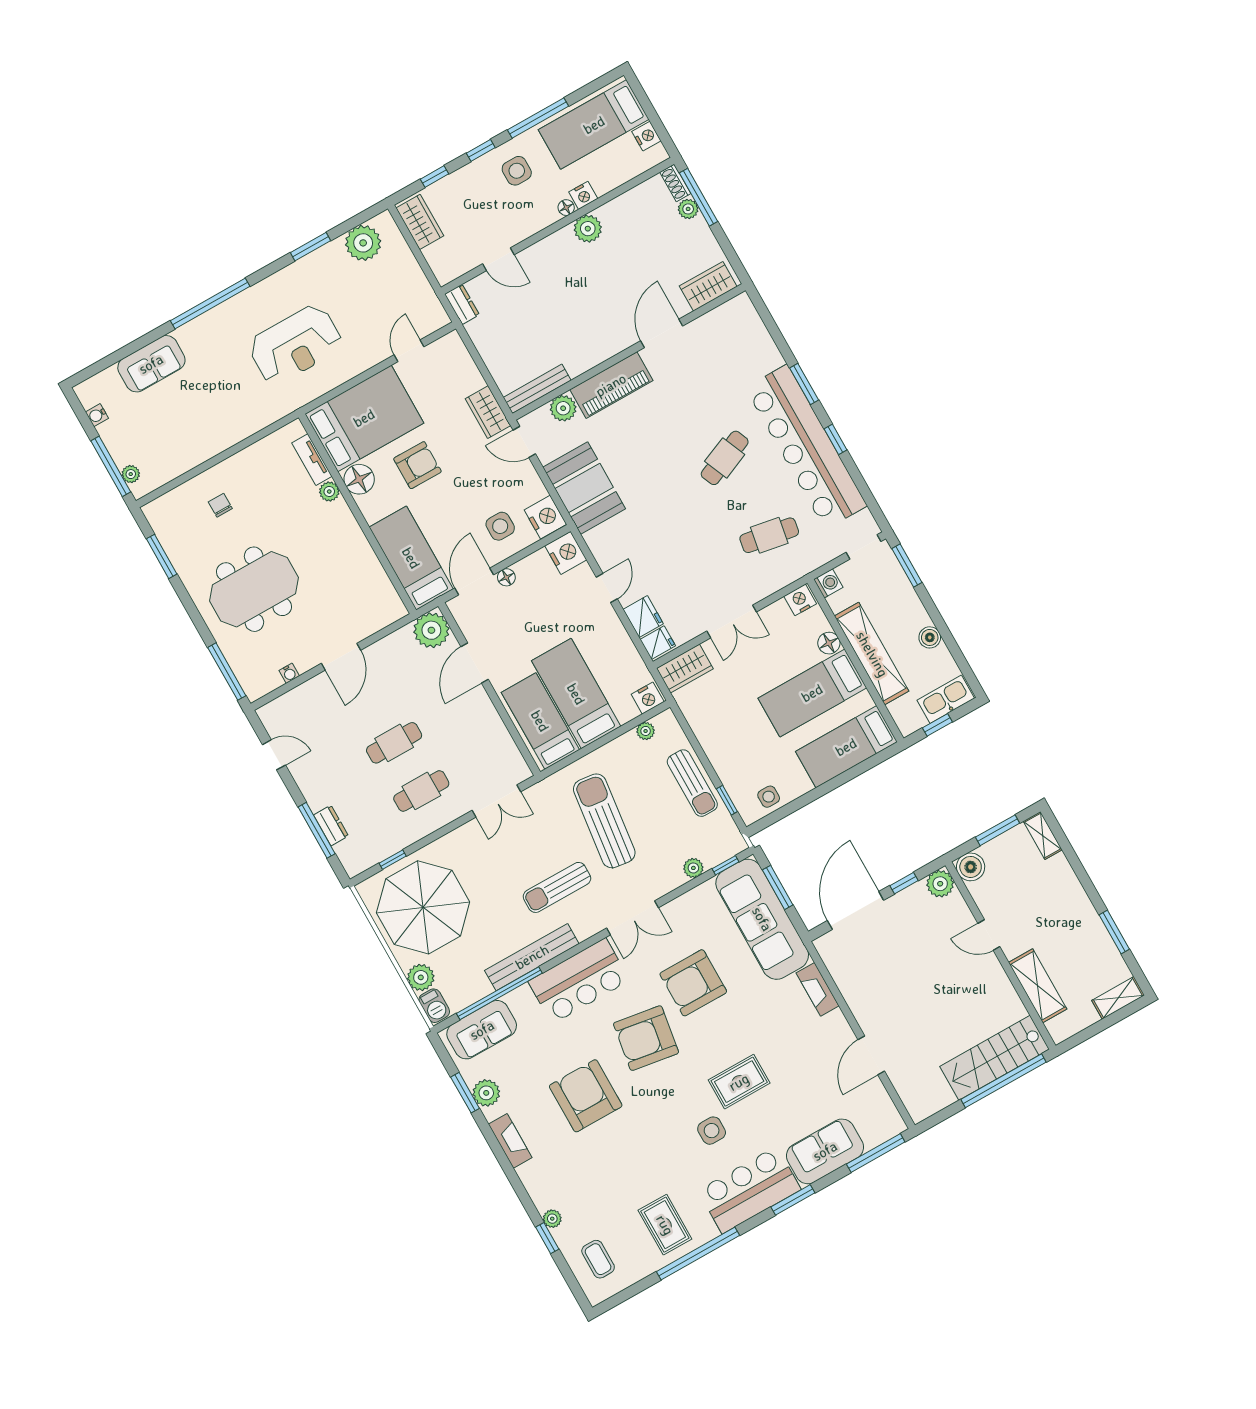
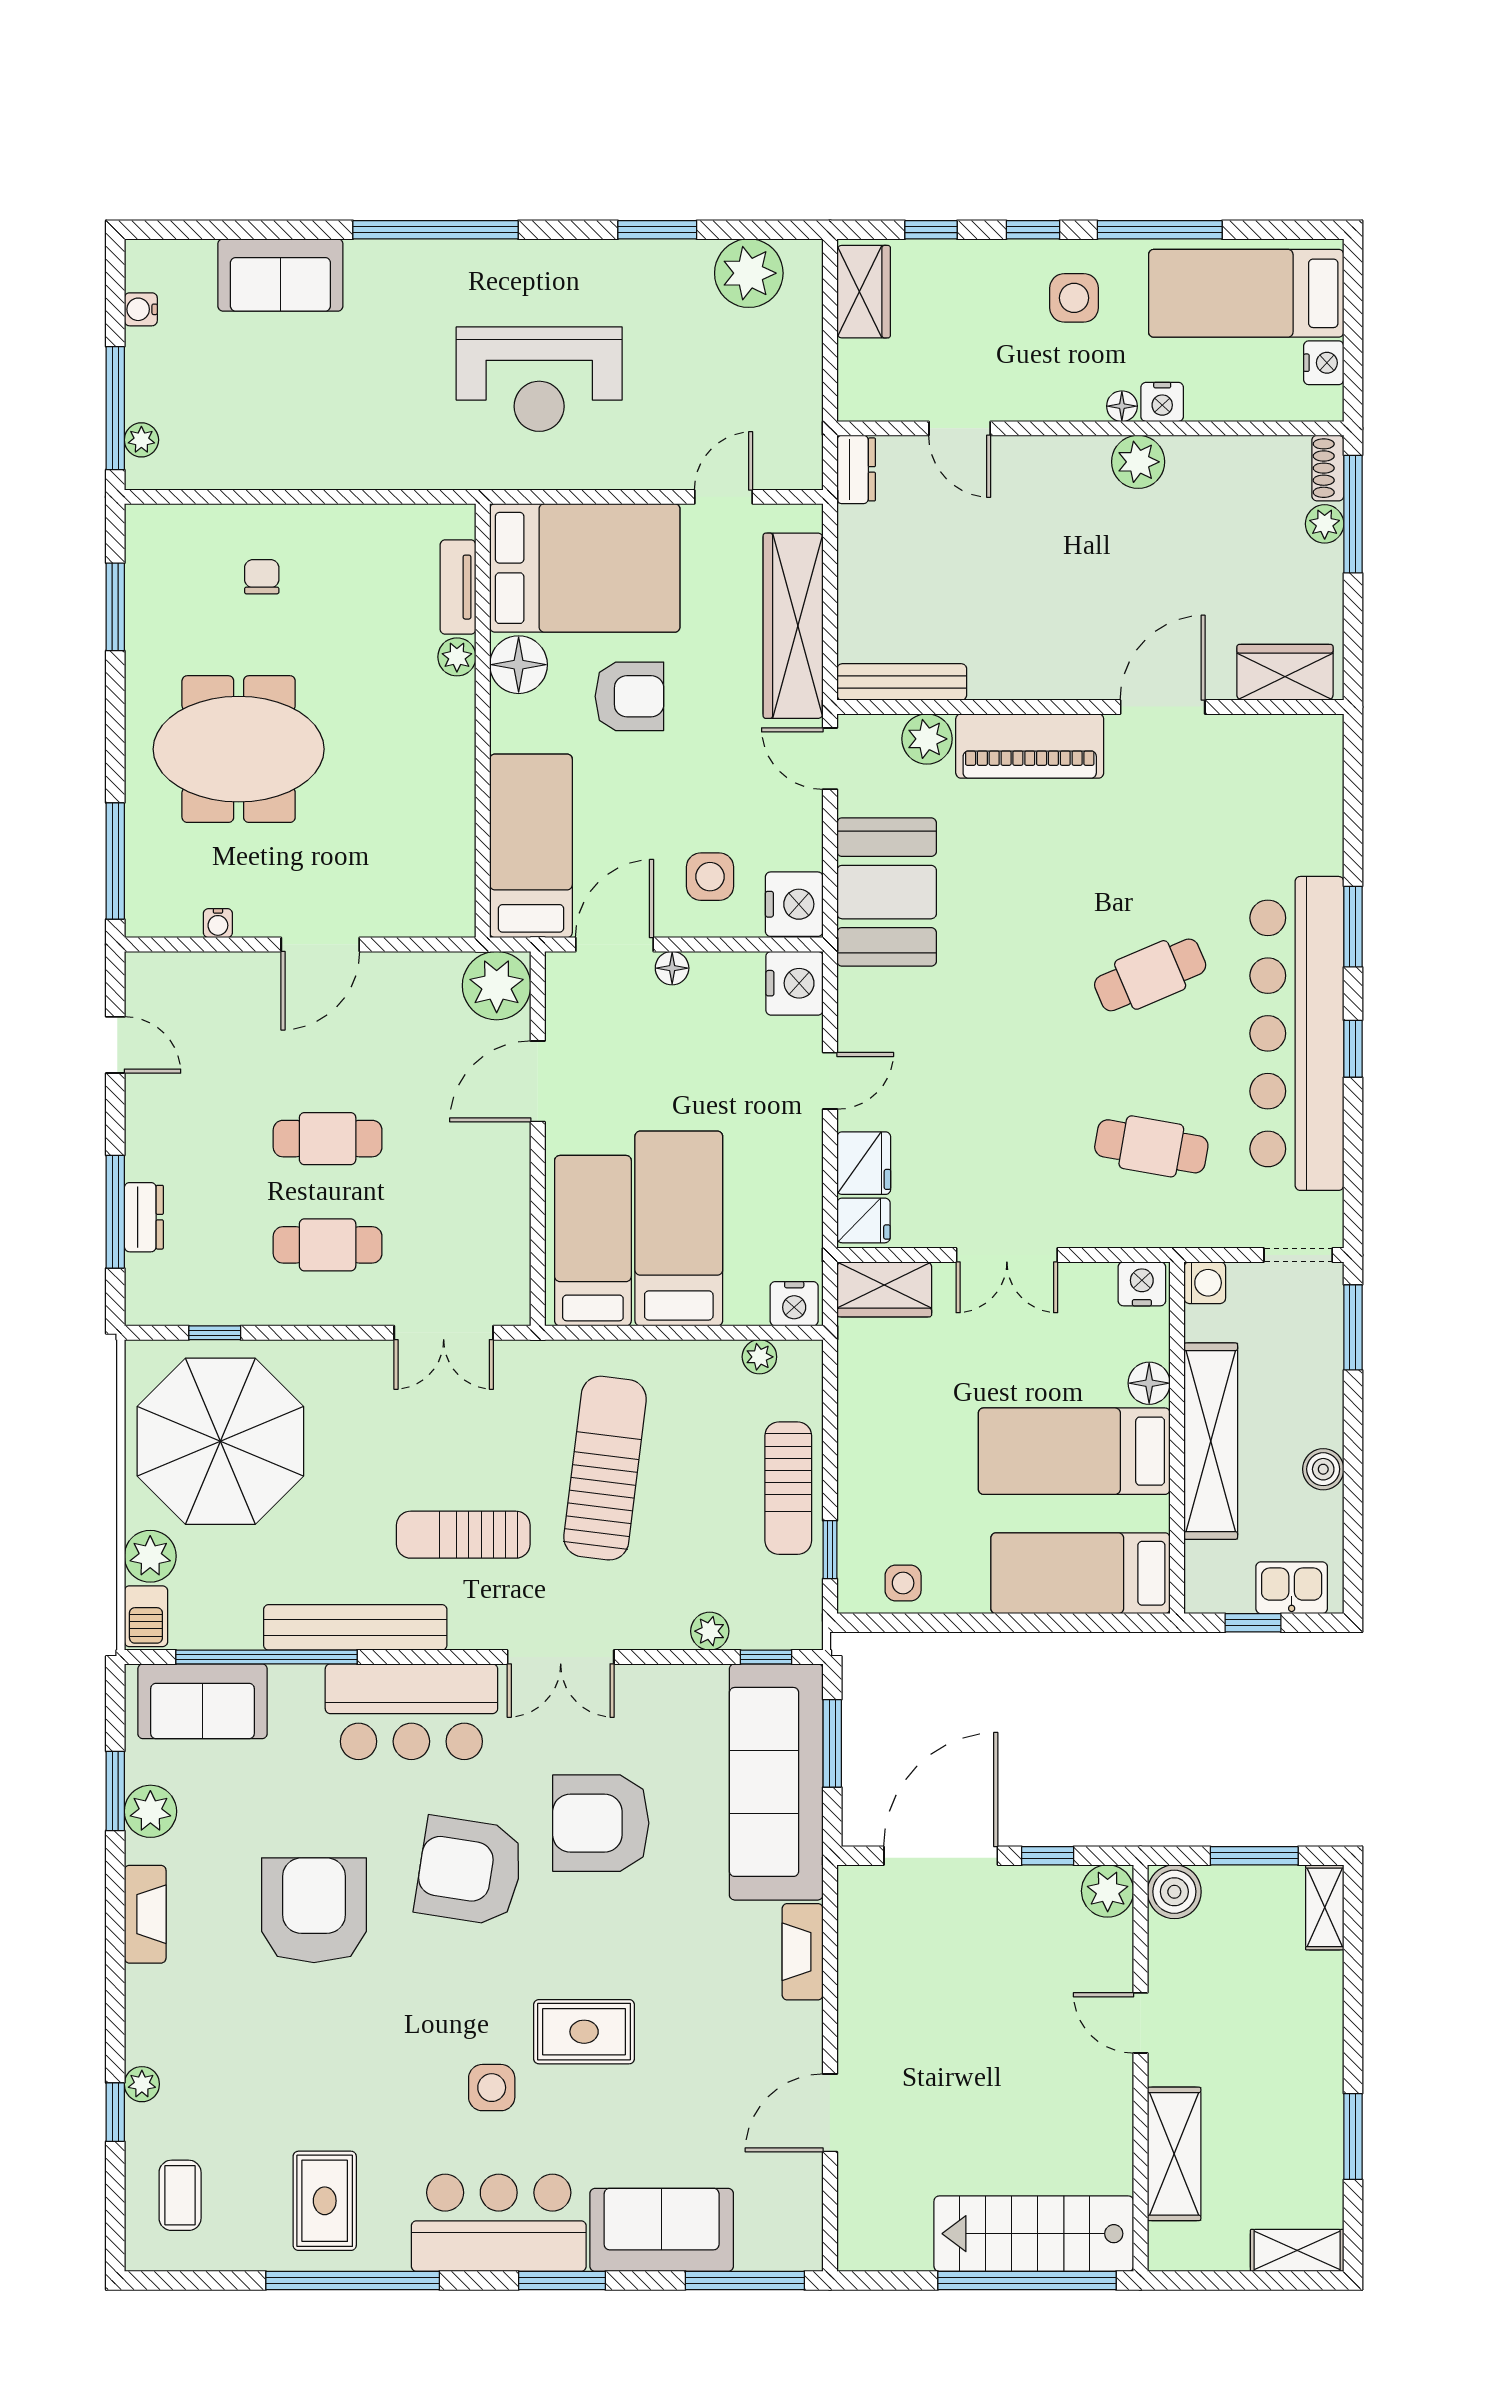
wardrobe: (488, 412) -> (793, 626), width x2.10, depth x1.17
kitchen sink: (946, 699) -> (1292, 1588), width x0.73

